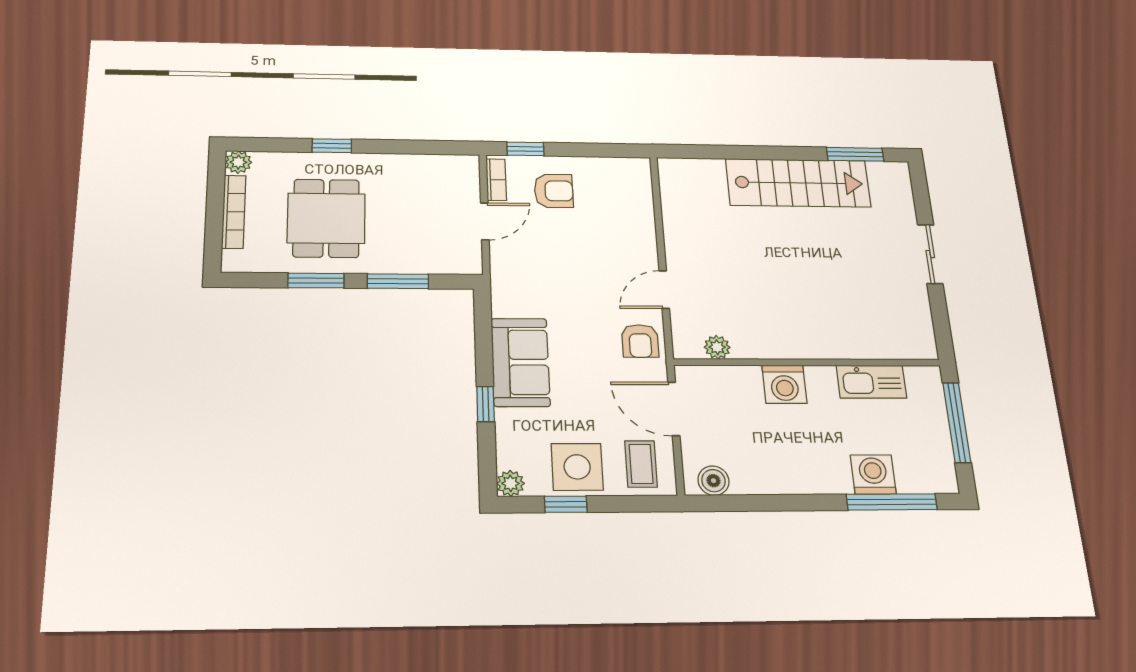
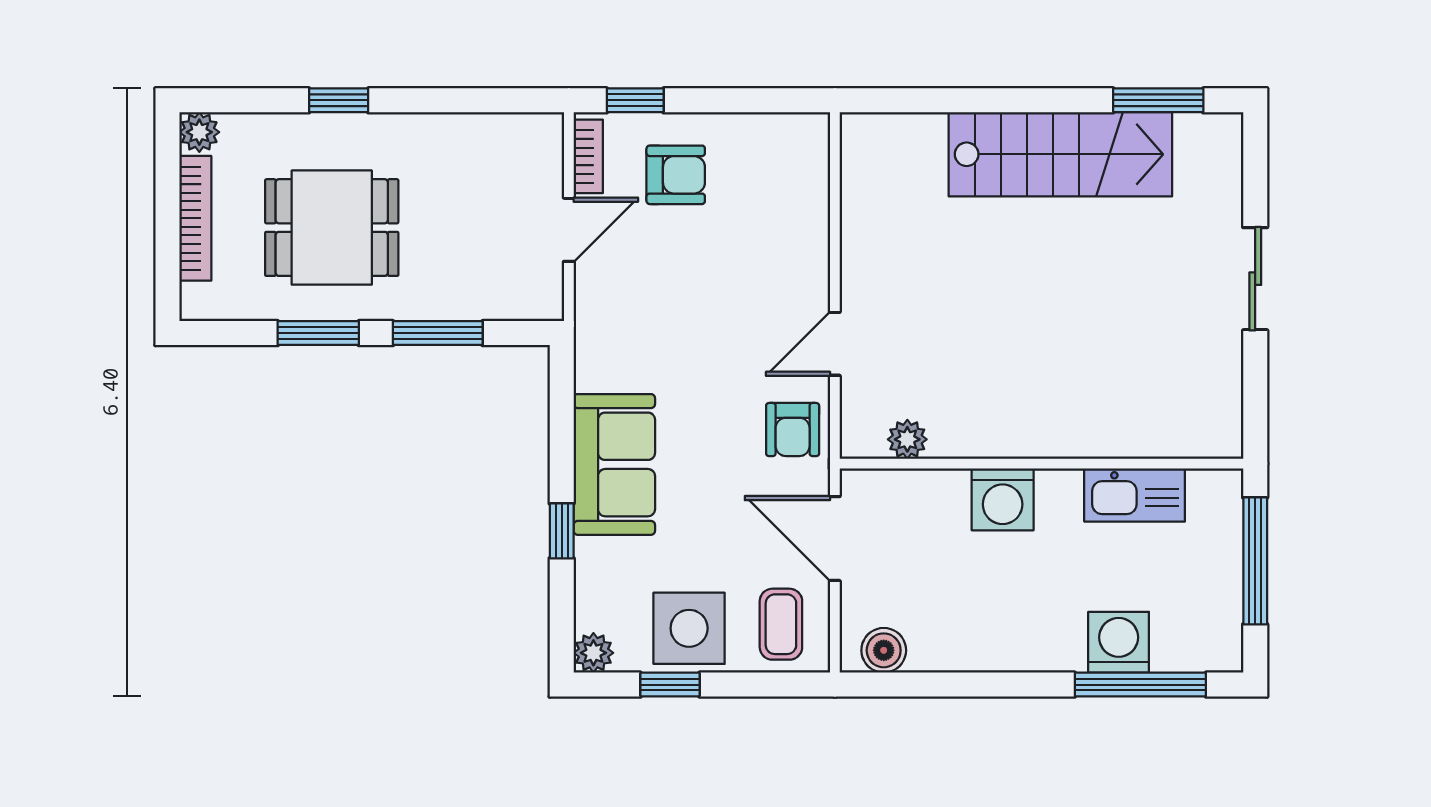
dining table: (326, 218) -> (332, 228), turned 90

